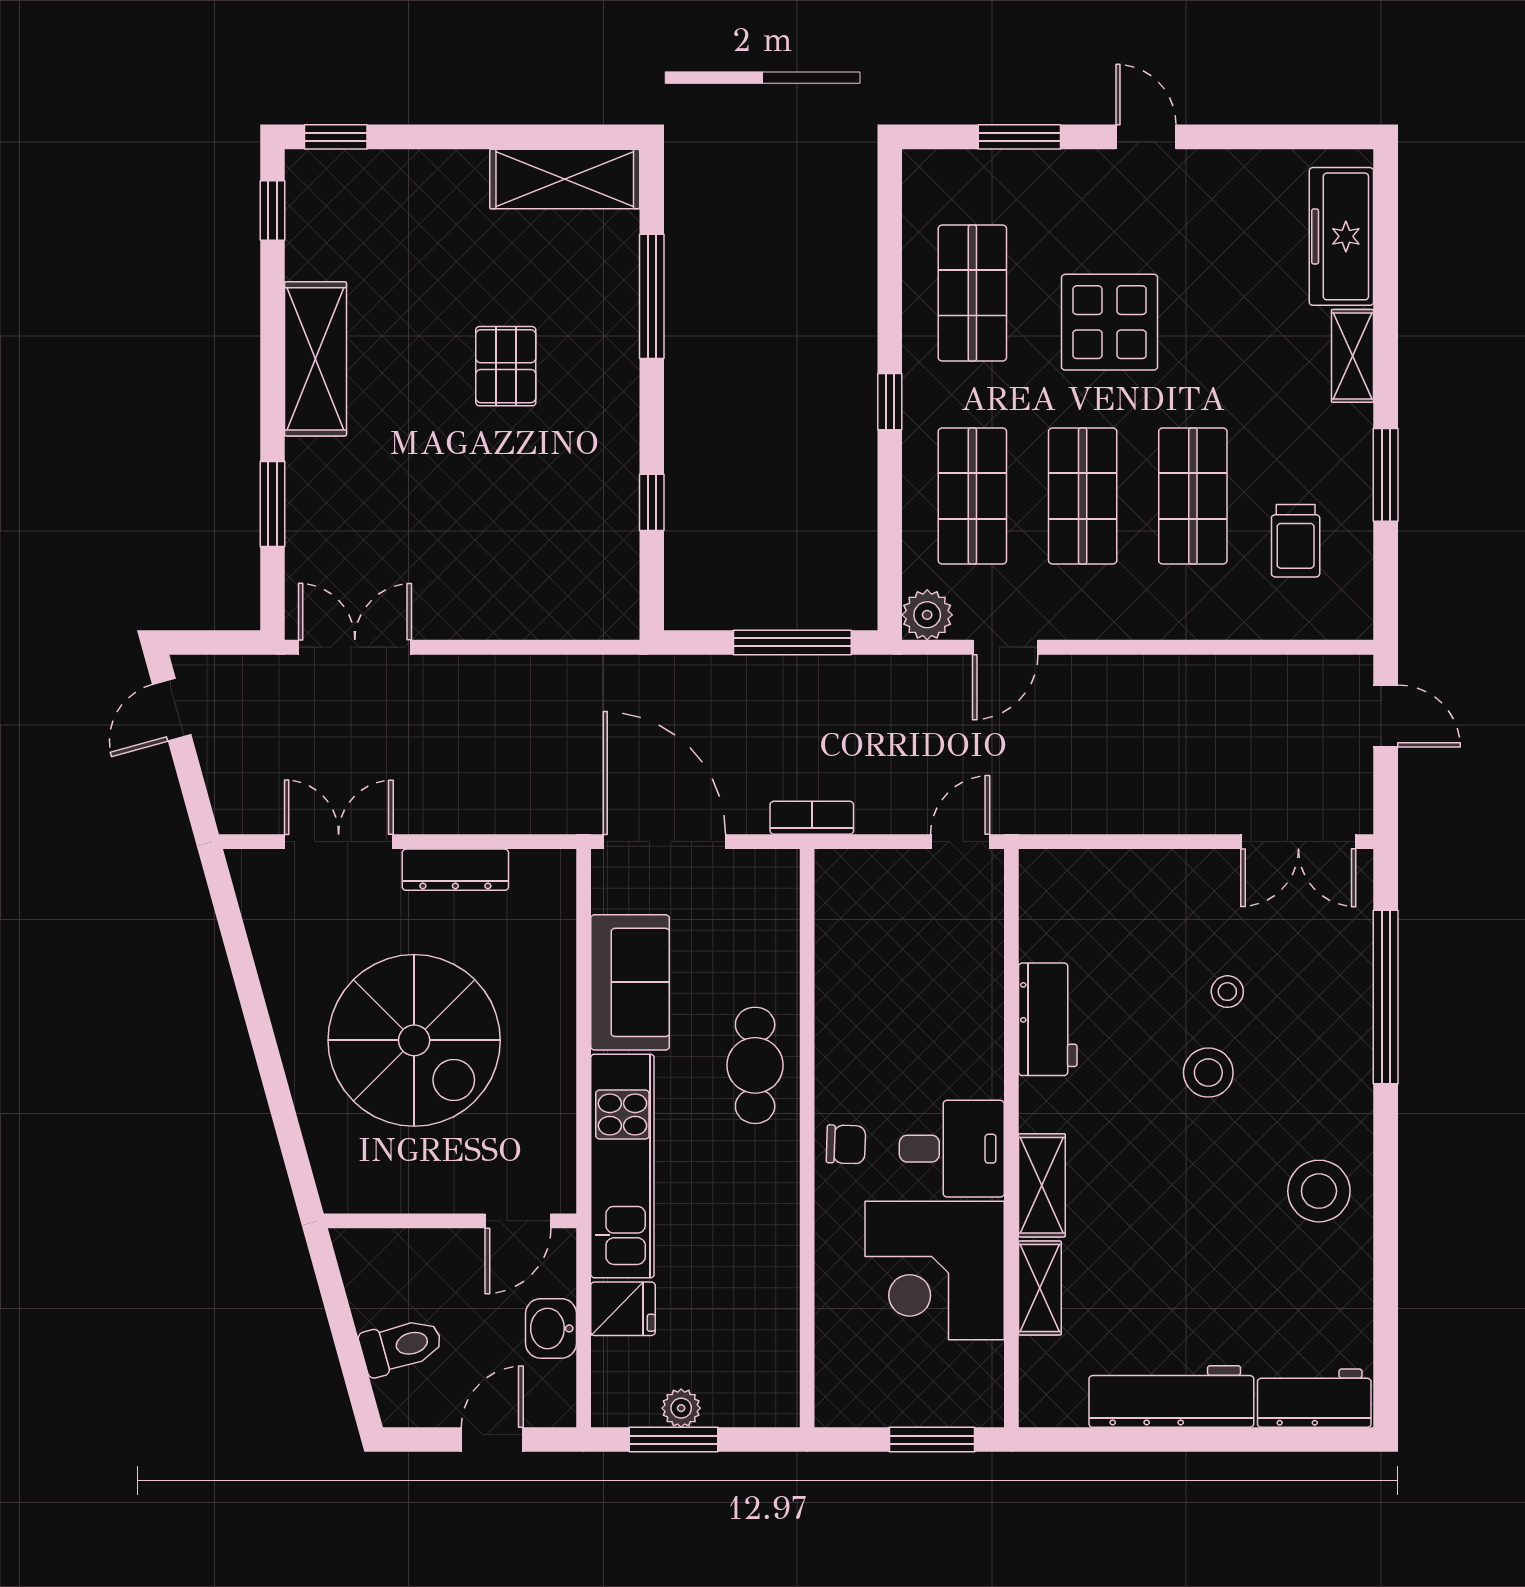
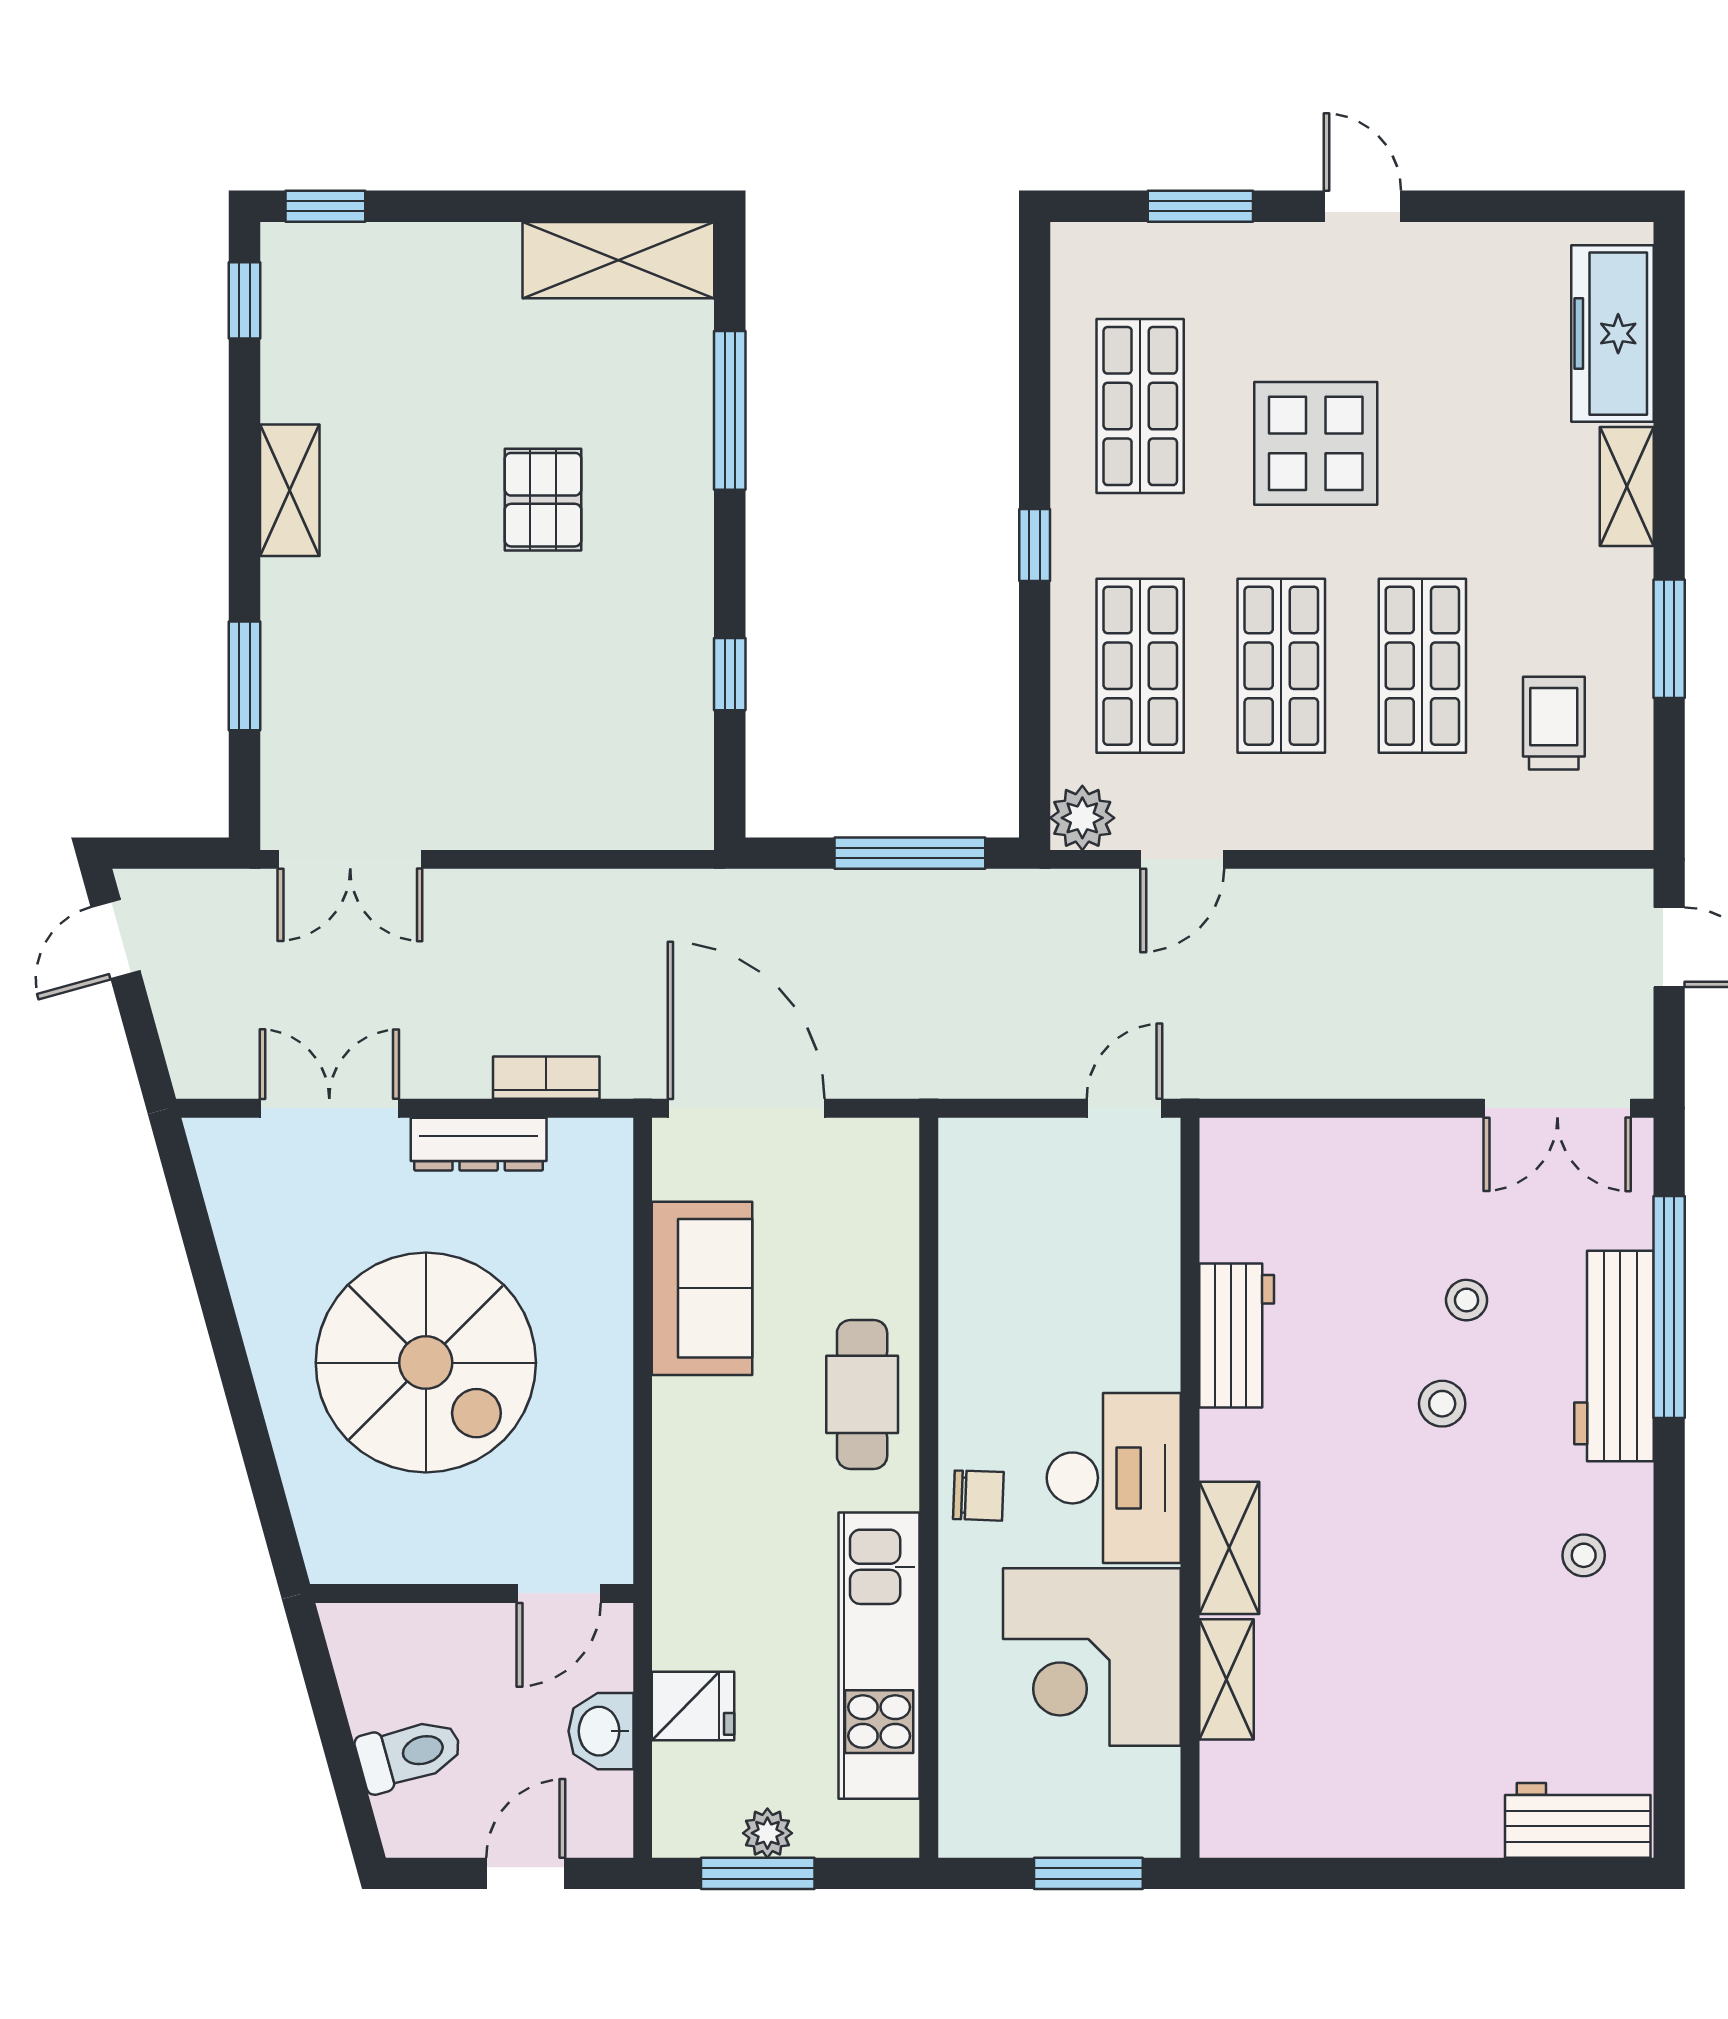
shelving: (316, 359) -> (290, 490), width x0.67, depth x0.75
trolley: (1296, 541) -> (1554, 723), turned 180
double door: (355, 647) -> (350, 859), swing flipped
bookcase: (812, 818) -> (546, 1078), moved
stool: (1208, 1073) -> (1442, 1404), width x0.73, depth x0.73
desk: (952, 1149) -> (1114, 1478), width x1.37
kitchen unit: (622, 1166) -> (879, 1656), moved, turned 180
stool: (1319, 1191) -> (1584, 1555), width x0.53, depth x0.53
workbench: (1171, 1396) -> (1614, 1356), moved, turned -90

